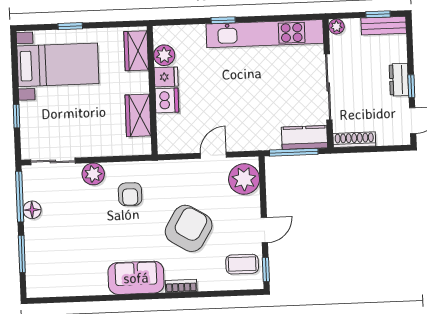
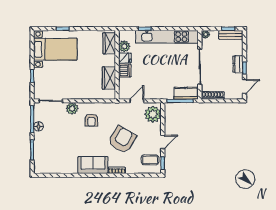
wardrobe: (136, 51) -> (109, 43), moved
plant: (164, 55) -> (124, 46), moved
fridge: (166, 77) -> (125, 58), moved
wall: (152, 90) -> (117, 65), moved
dishwasher: (167, 100) -> (125, 71), moved
wardrobe: (138, 115) -> (109, 78), moved

